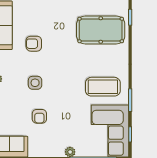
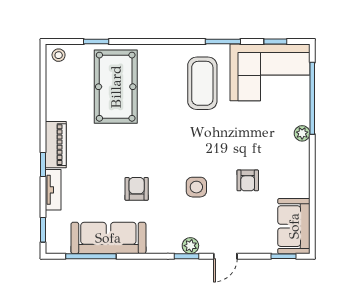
armchair: (34, 44) -> (137, 189), turned 180
armchair: (39, 116) -> (248, 180), turned 90

